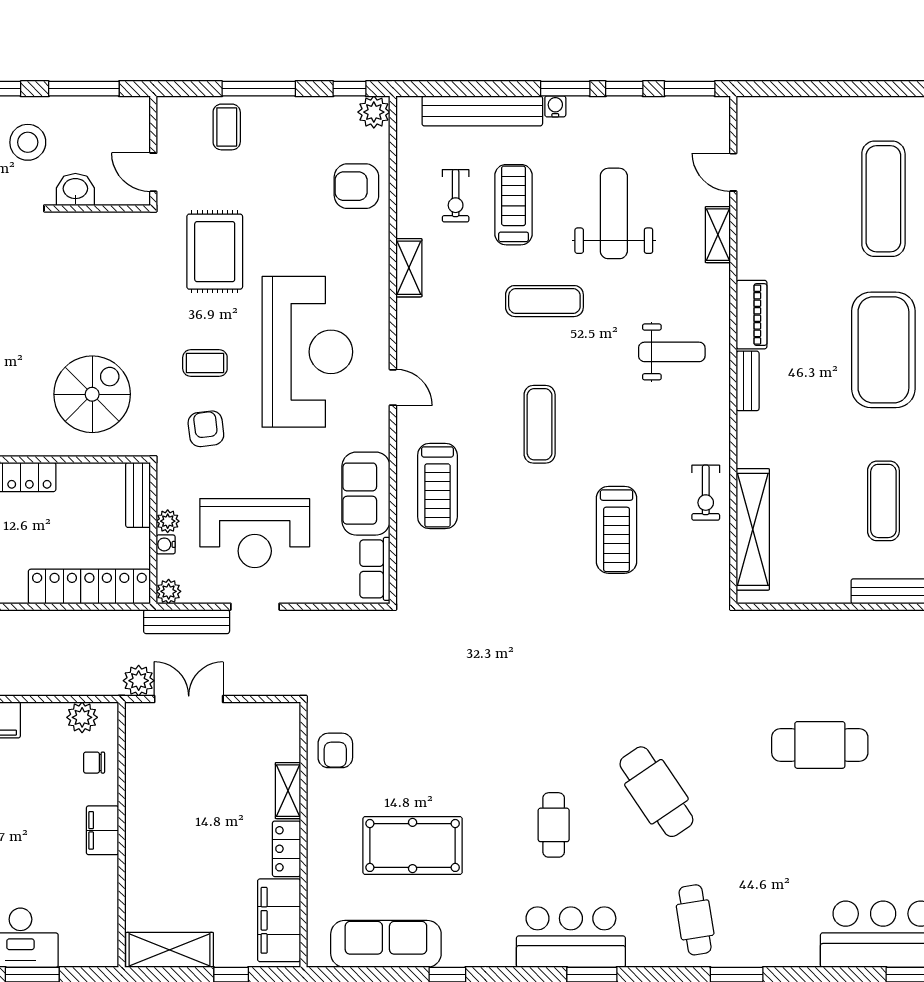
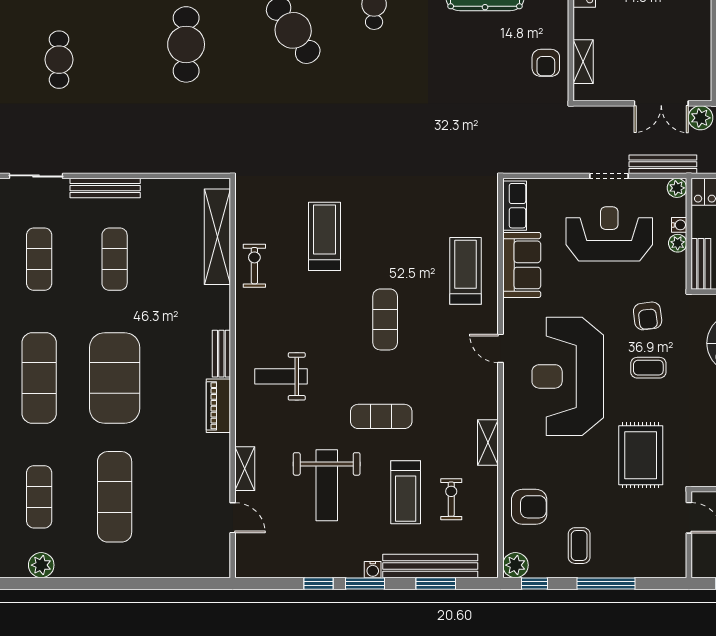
window: (690, 89) -> (436, 583), moved
coffee table: (227, 127) -> (579, 546), moved
cafe table: (820, 745) -> (186, 44), moved, turned 90
armchair: (335, 750) -> (546, 63), turned 180
shelving: (288, 791) -> (583, 62), moved

